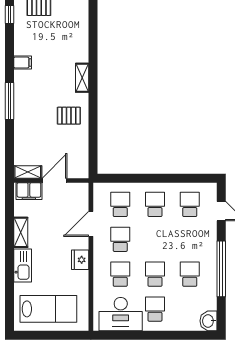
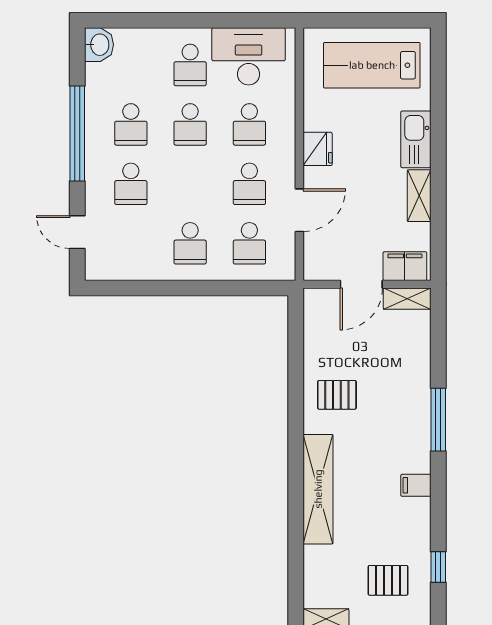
shelving: (82, 78) -> (318, 489), width x2.20, depth x1.33
school desk: (190, 204) -> (131, 184), moved

